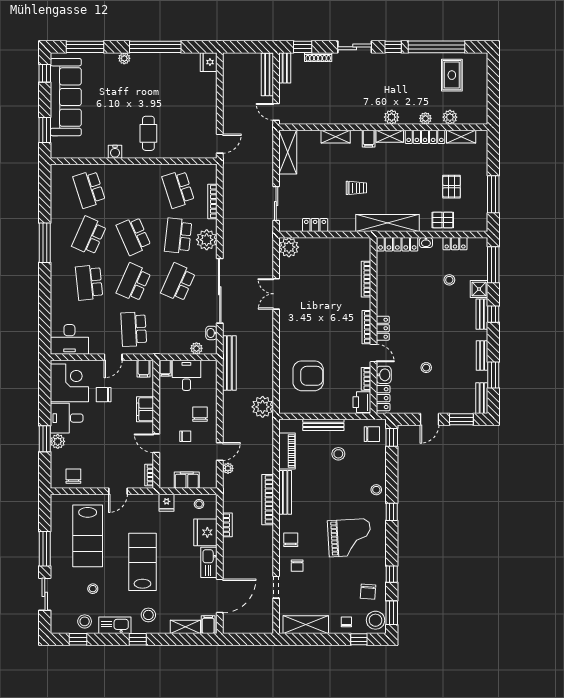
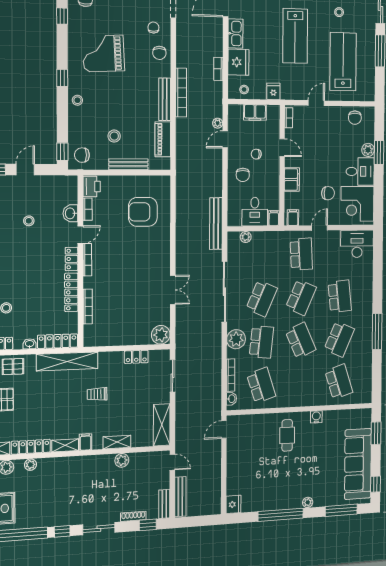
plant: (392, 117) -> (122, 460), moved
washbasin: (211, 333) -> (231, 399), moved
door: (373, 353) -> (80, 235), swing flipped
locker: (383, 398) -> (71, 292), moved, width x1.53
plant: (263, 407) -> (186, 182), removed

